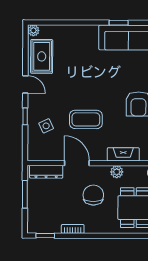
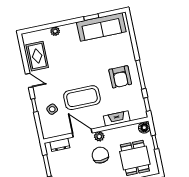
plant: (33, 30) -> (55, 31), moved
coffee table: (86, 119) -> (82, 98), width x1.36, depth x1.32
dresser: (46, 172) -> (60, 145), width x0.70
plant: (117, 172) -> (99, 136), moved

